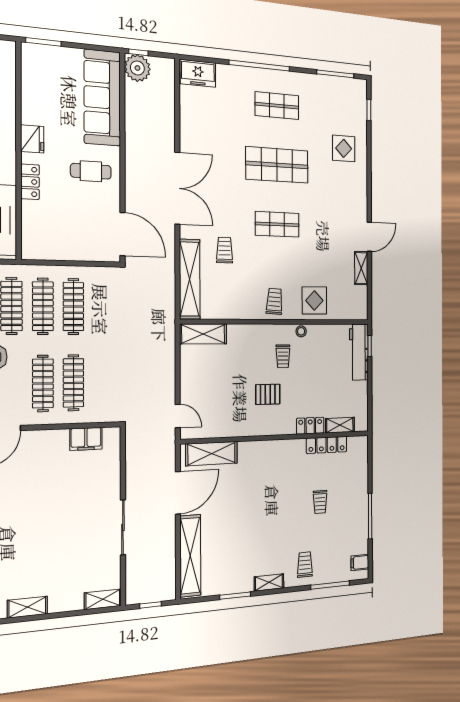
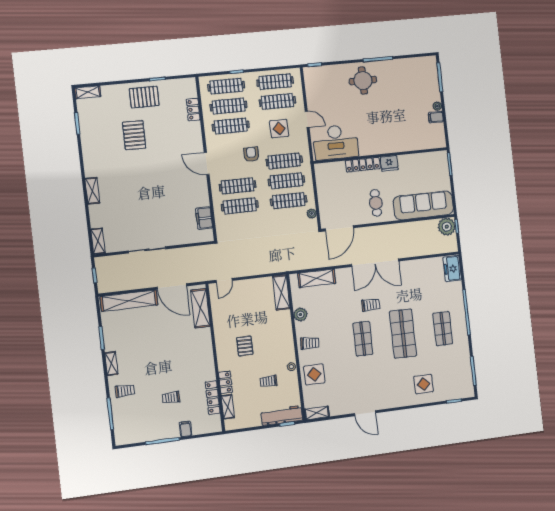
locker: (30, 182) -> (363, 165), width x1.53
trolley: (224, 250) -> (371, 305), moved
shelving: (361, 268) -> (317, 413), moved
plant: (96, 274) -> (312, 214), added
shelving: (190, 279) -> (317, 278), width x0.68
plant: (236, 310) -> (300, 315), added
trolley: (283, 356) -> (269, 381), moved
filing cabinet: (360, 563) -> (186, 429), moved

